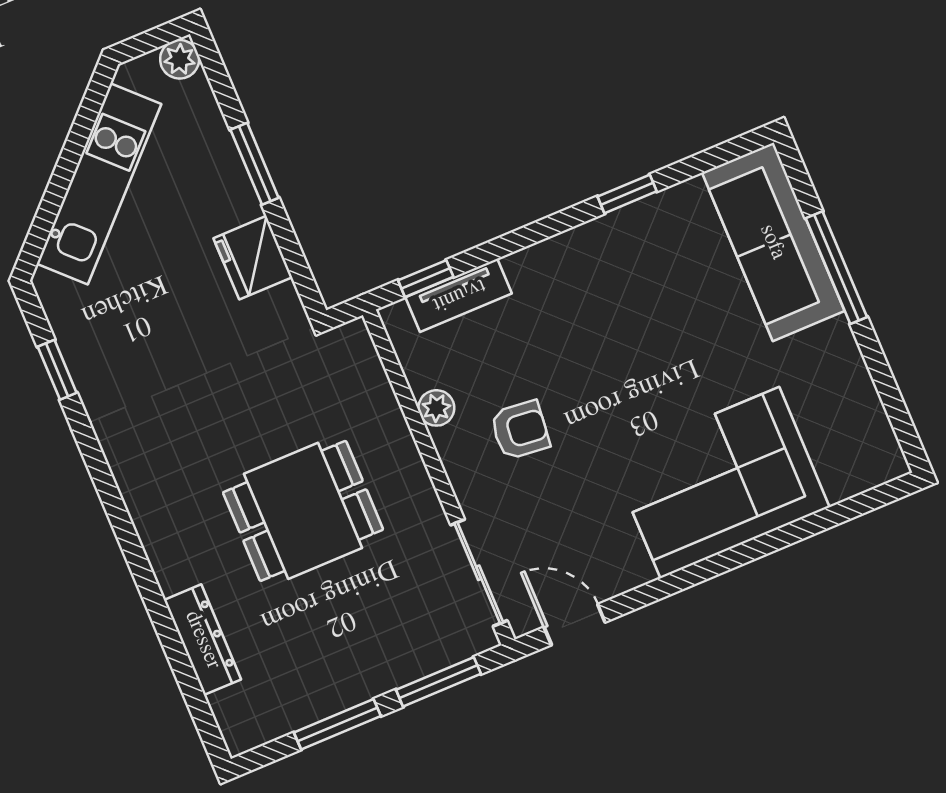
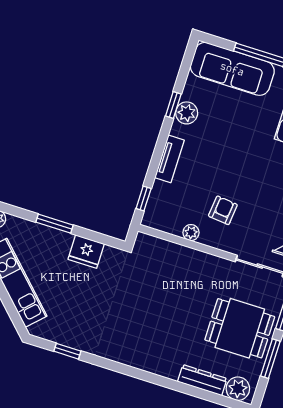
plant: (633, 228) -> (187, 113), added
tv unit: (459, 295) -> (169, 159), moved
dining table: (303, 511) -> (240, 328), moved, turned 90
plant: (239, 712) -> (238, 389), added

